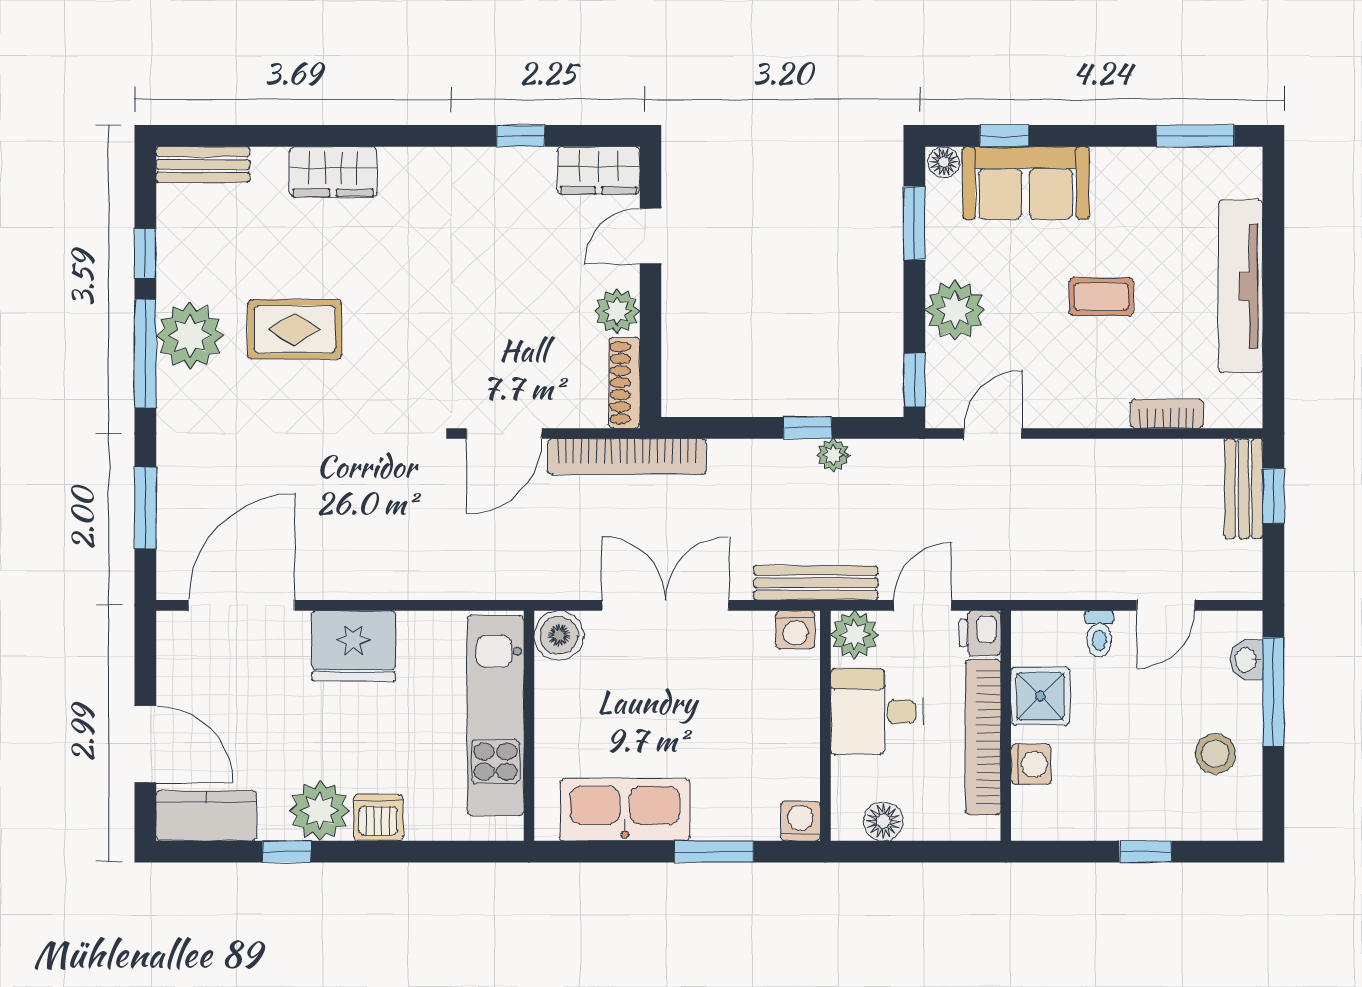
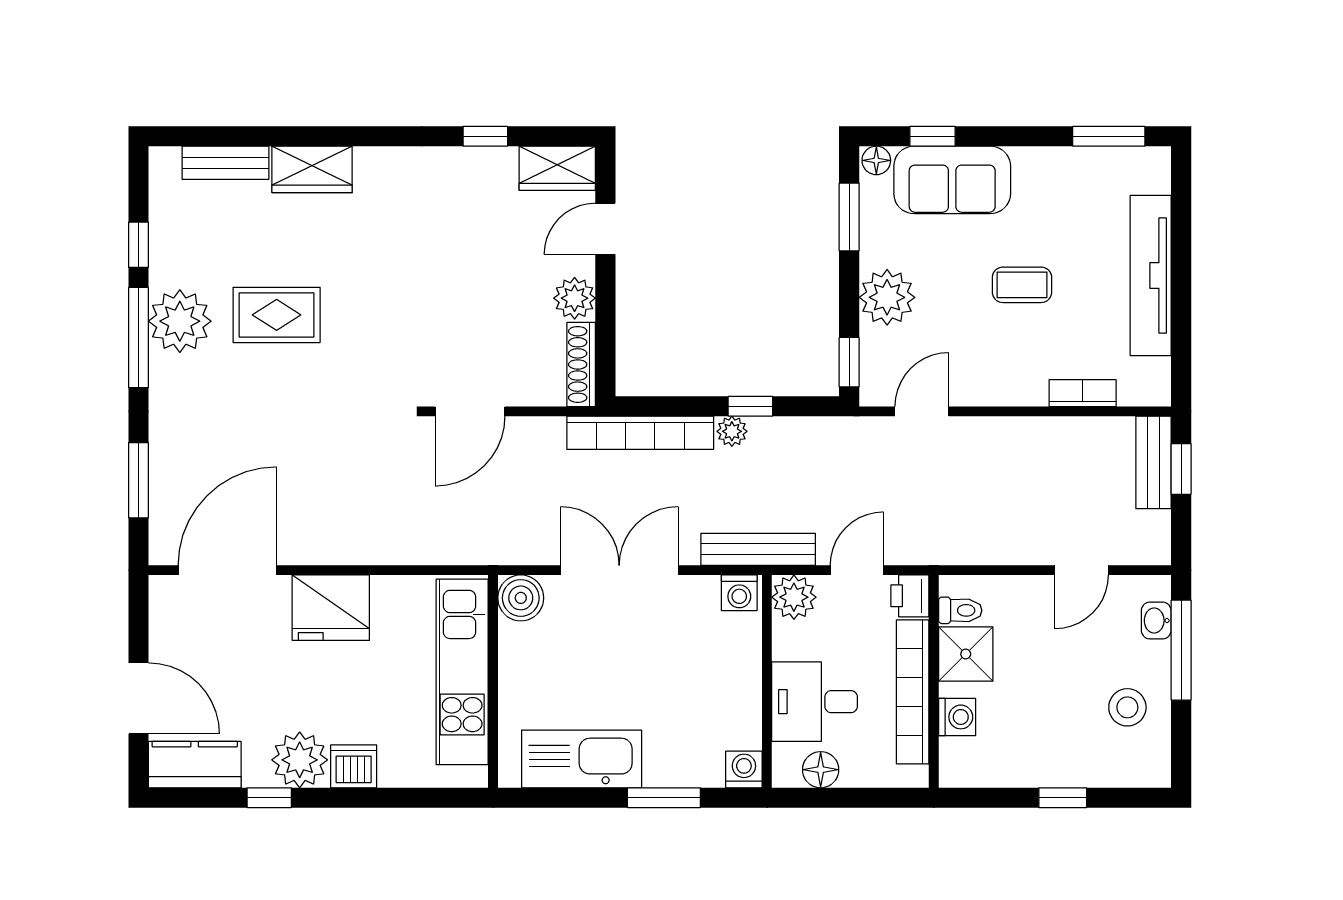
bench: (203, 164) -> (225, 163), moved
plant: (833, 455) -> (732, 431), moved
bookcase: (627, 457) -> (640, 433), moved
toilet: (1099, 634) -> (960, 610), moved, turned -90
desk: (877, 712) -> (815, 702), moved

